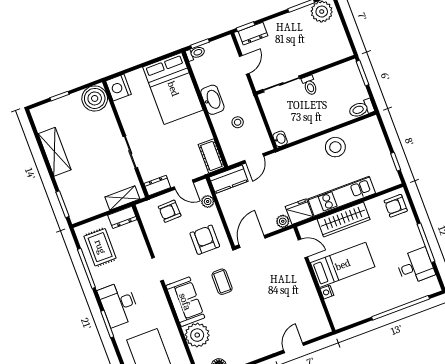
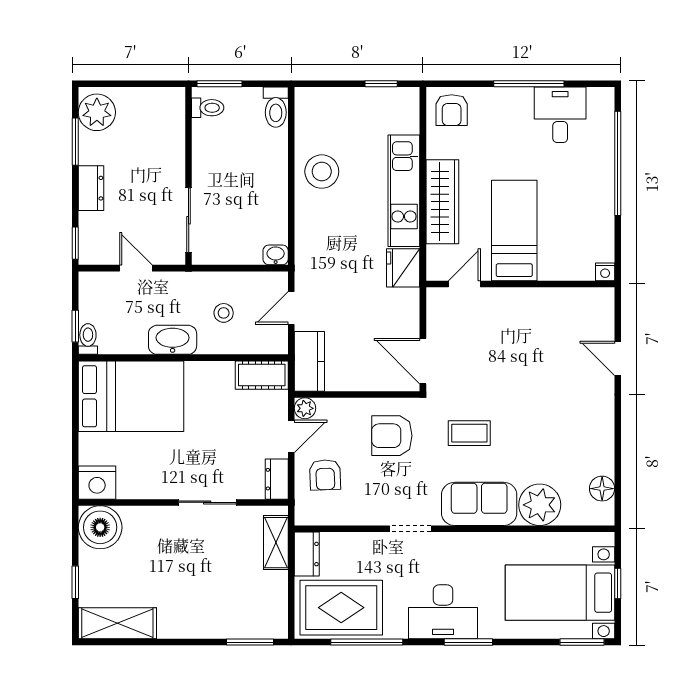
dresser: (253, 34) -> (91, 188), moved
toilet: (310, 85) -> (208, 108), moved
shelving: (55, 152) -> (117, 623), moved
door: (254, 158) -> (291, 308), swing flipped
plant: (208, 201) -> (305, 408), moved
plant: (283, 221) -> (409, 300), removed
rug: (100, 247) -> (341, 608), width x1.36, depth x1.43
nightstand: (327, 292) -> (605, 272), moved

